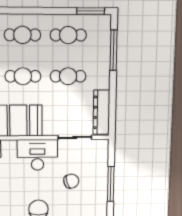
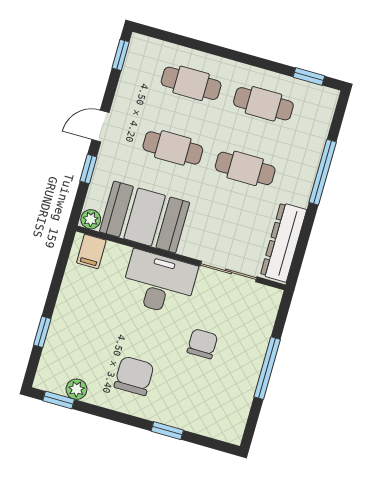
window: (91, 11) -> (309, 77), width x0.67
window: (114, 50) -> (323, 172), moved
chair: (71, 181) -> (202, 344), turned -73

